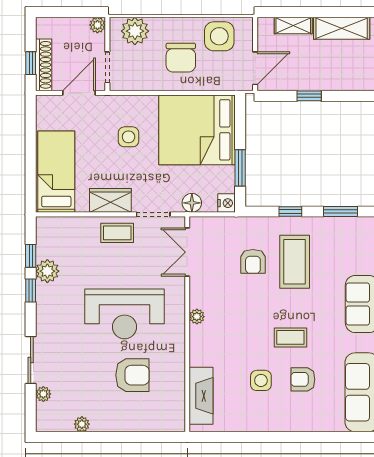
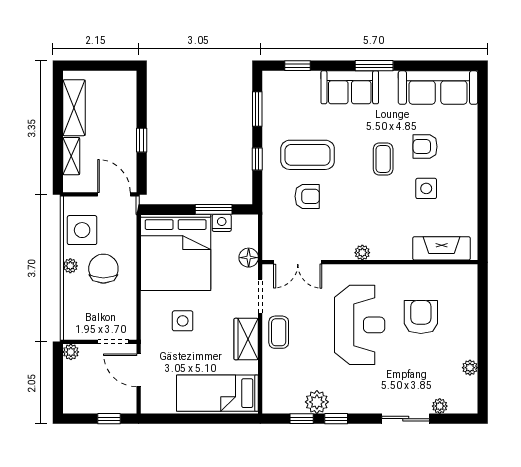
plant: (135, 31) -> (70, 266), moved, width x0.53, depth x0.53
chair: (181, 58) -> (103, 269), turned -90
shoe rack: (44, 65) -> (111, 406), removed
nightstand: (226, 203) -> (222, 223), moved
armchair: (303, 379) -> (425, 147), turned 90

